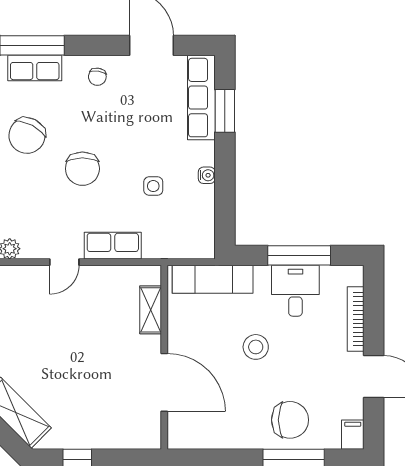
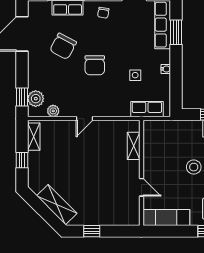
row of seats: (113, 246) -> (147, 109), moved
exam couch: (213, 279) -> (167, 218), moved, turned 180
door: (164, 382) -> (142, 187), width x0.53

